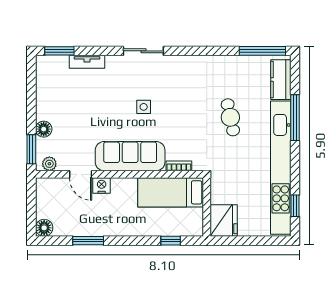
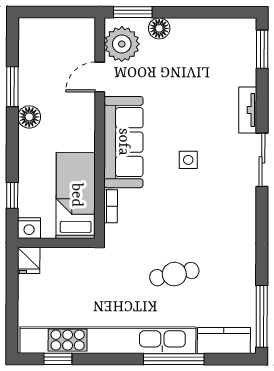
tv unit: (87, 62) -> (248, 110), moved
plant: (49, 164) -> (122, 44), width x1.88, depth x1.88
nightstand: (102, 186) -> (29, 228), moved, turned 90
fridge: (224, 221) -> (29, 260), width x0.53, depth x0.75
floor lamp: (44, 228) -> (29, 117), moved

